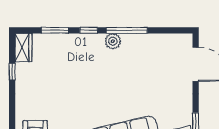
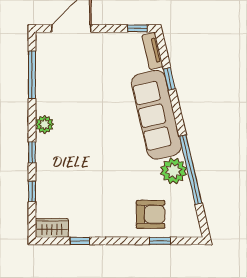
window: (55, 30) -> (32, 191), width x0.67
window: (127, 30) -> (32, 75), moved

